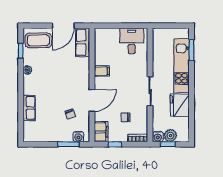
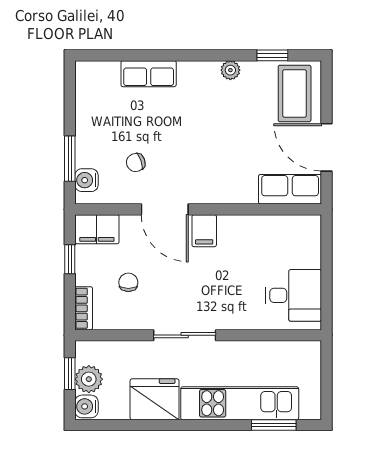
filing cabinet: (102, 71) -> (204, 231), moved
water cooler: (158, 137) -> (86, 406), moved

